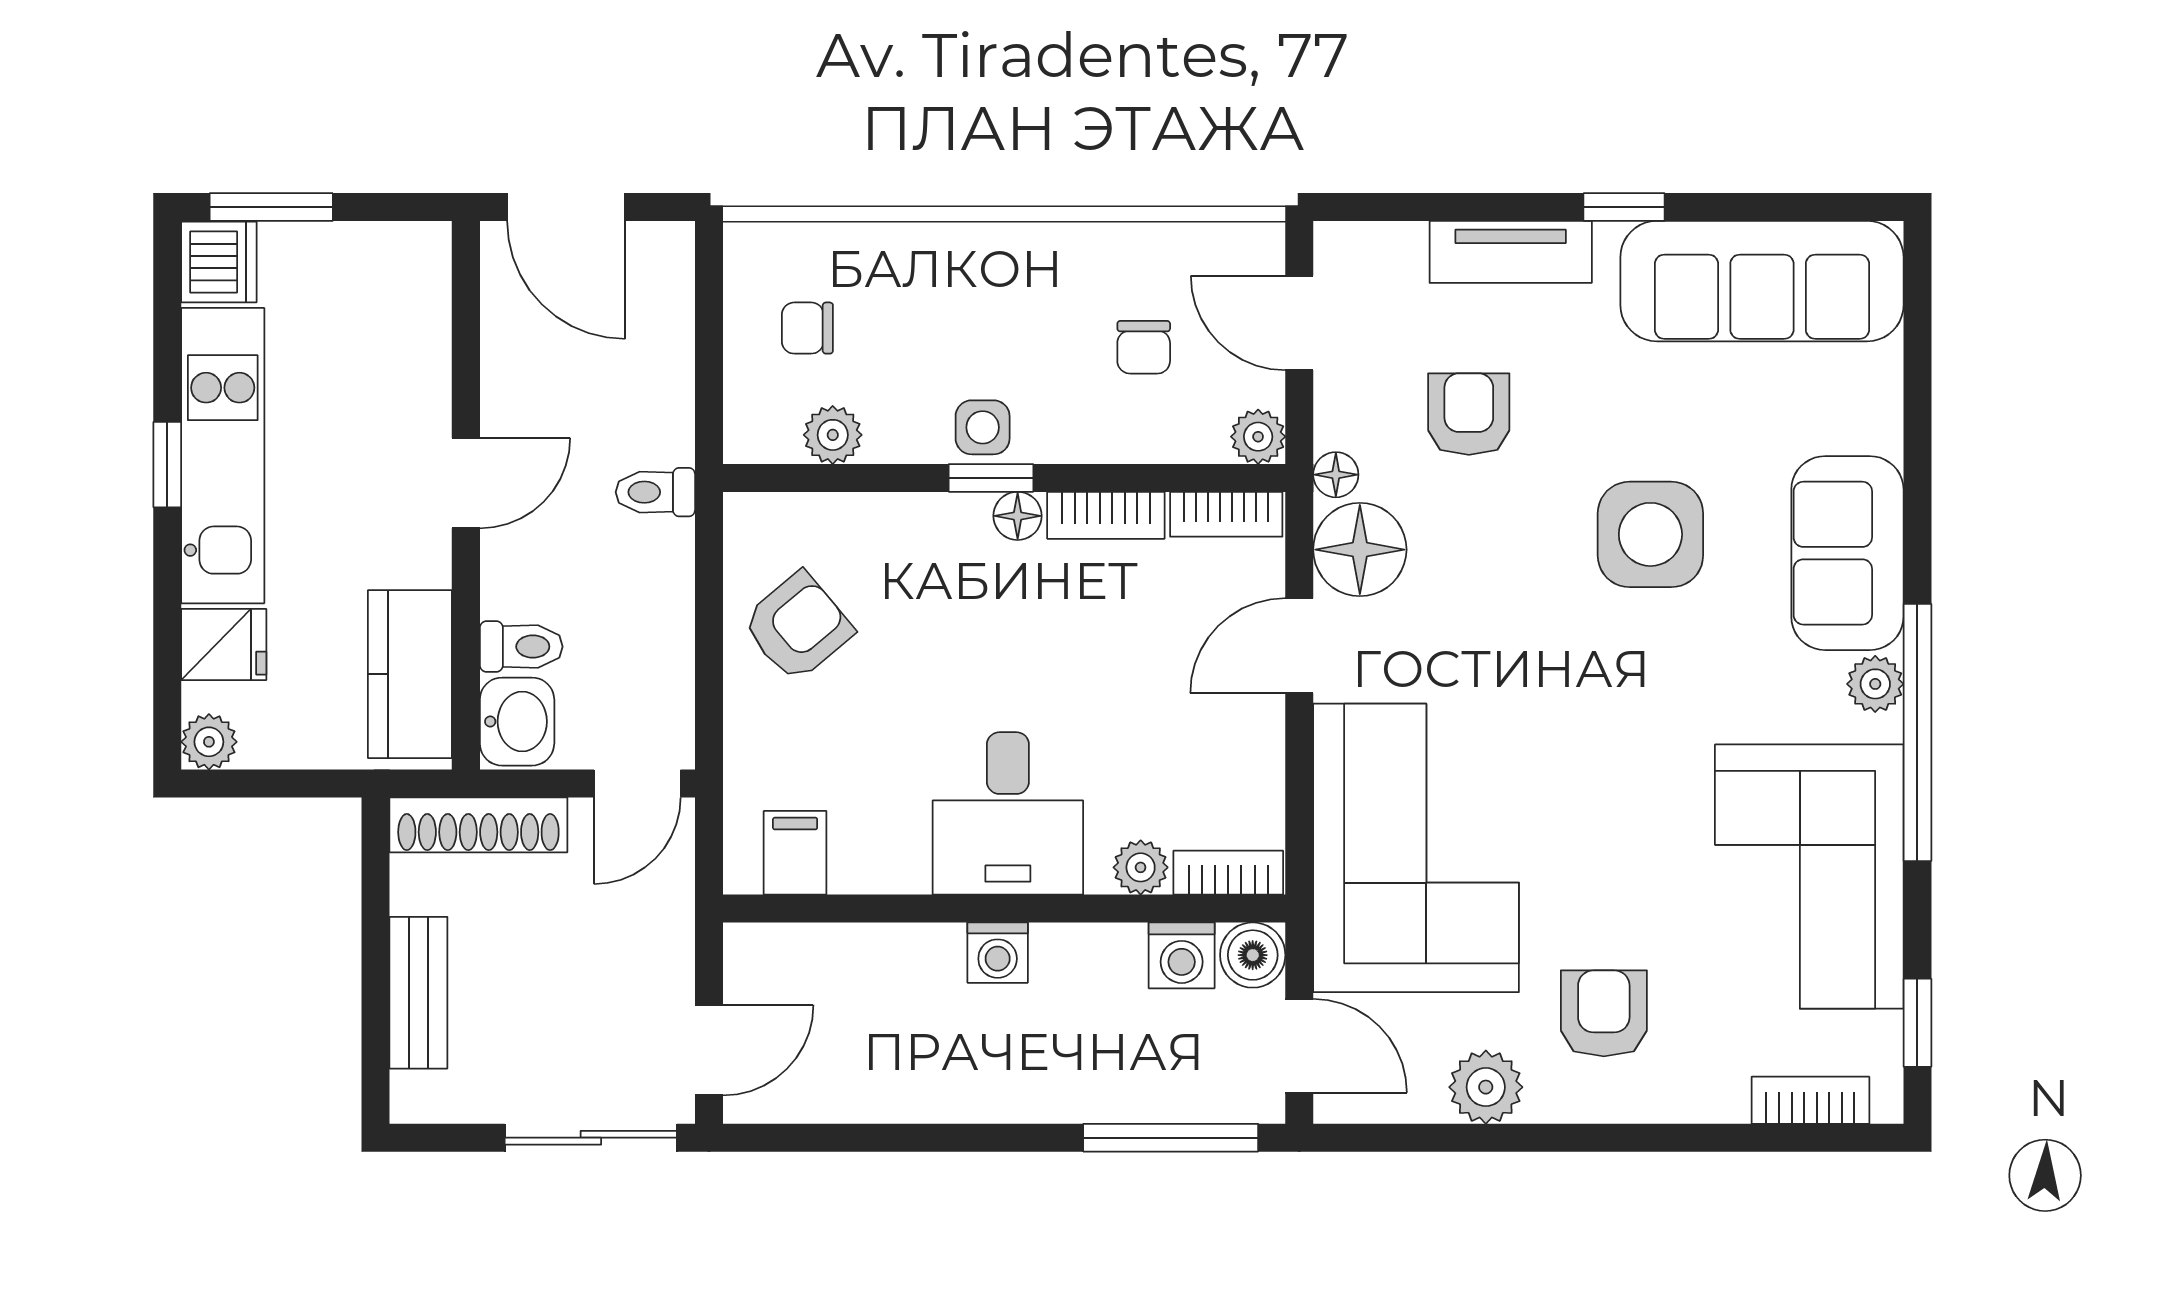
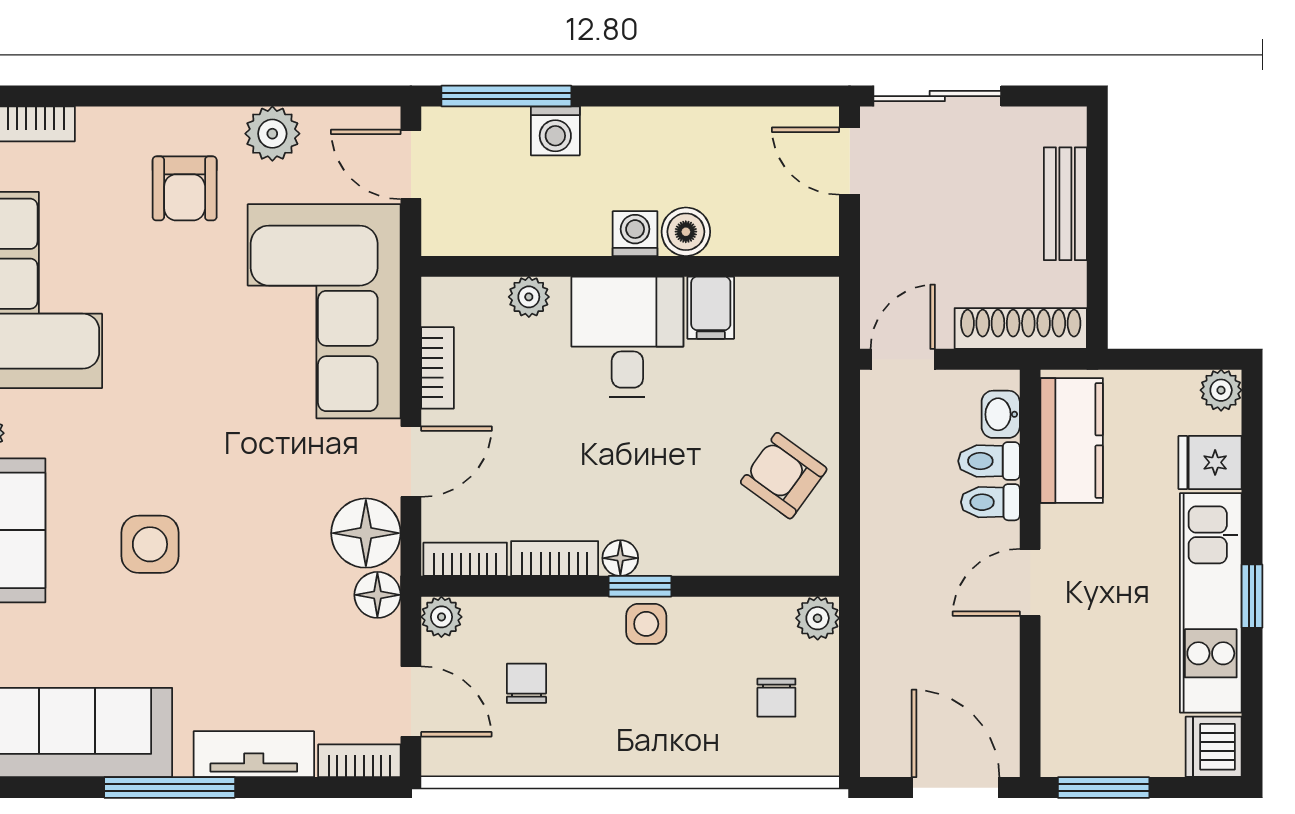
window: (271, 207) -> (1104, 788), moved
window: (1624, 207) -> (170, 788), width x2.17
bookcase: (1369, 243) -> (359, 761), added
chair: (807, 328) -> (776, 698), turned 90
armchair: (1469, 414) -> (285, 634), removed
plant: (833, 435) -> (818, 618), moved
floor lamp: (1336, 475) -> (377, 595), width x1.37, depth x1.37
toilet: (655, 492) -> (990, 502), moved, turned 180
side table: (1650, 534) -> (150, 544), width x0.73, depth x0.73
armchair: (798, 627) -> (784, 476), turned 76
washbasin: (517, 722) -> (1001, 414), width x0.72, depth x0.69
filing cabinet: (795, 853) -> (711, 308), moved
bookcase: (1228, 873) -> (438, 368), moved, turned -90
washing machine: (1182, 955) -> (555, 131), moved, turned 180
boiler: (1253, 955) -> (686, 232), moved
door: (709, 1050) -> (850, 161), hinge flipped

